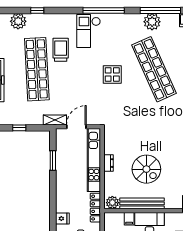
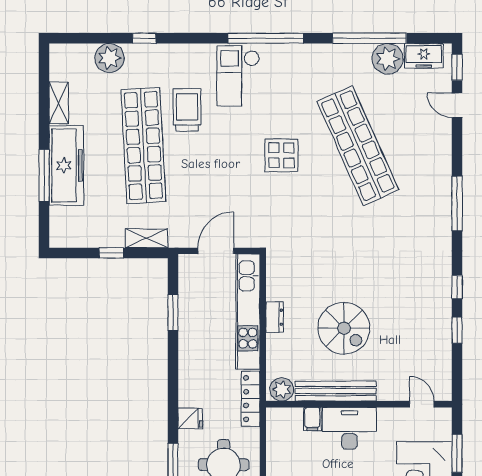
plant: (152, 22) -> (388, 59), moved
shelving: (55, 120) -> (146, 238), moved

